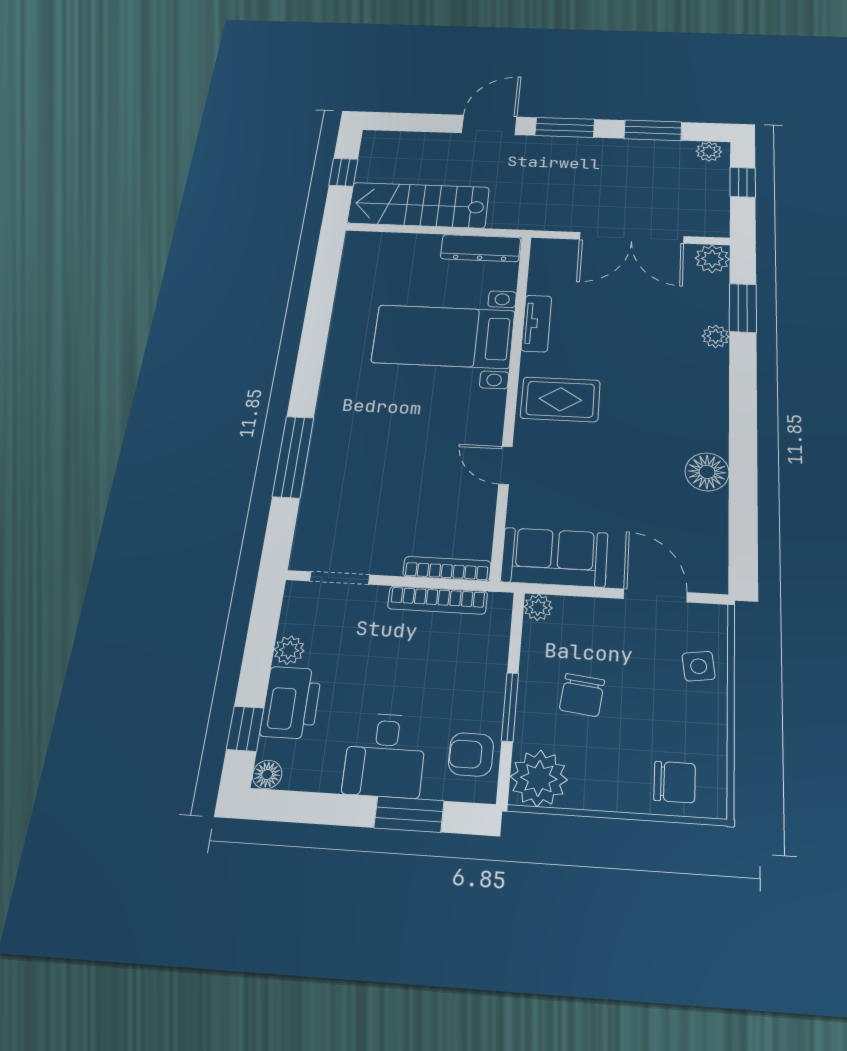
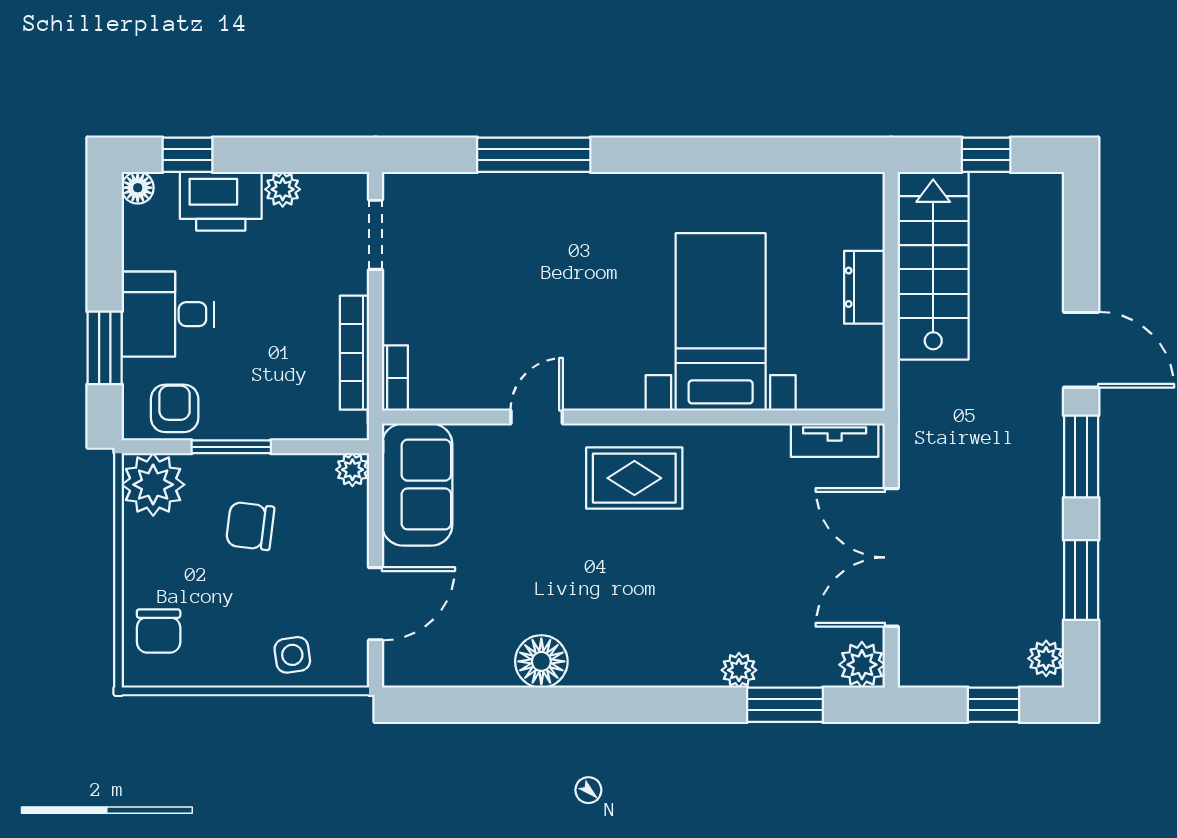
dresser: (481, 248) -> (865, 287), moved, width x0.70
tv unit: (536, 323) -> (835, 440), moved
rug: (560, 399) -> (634, 478), turned 90
bookcase: (447, 569) -> (395, 378), width x0.64

